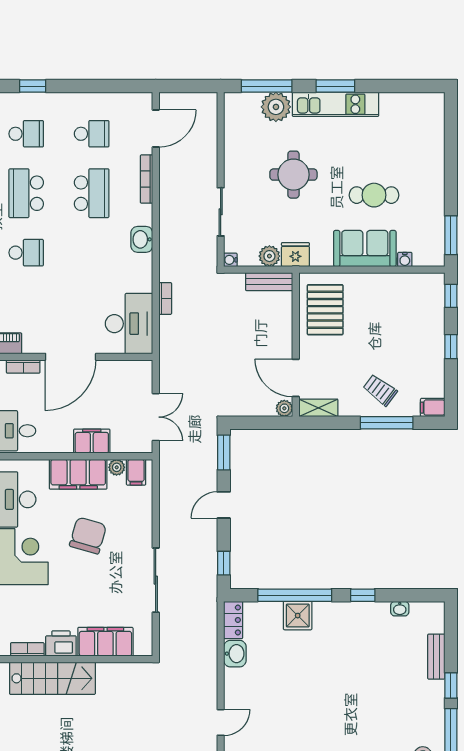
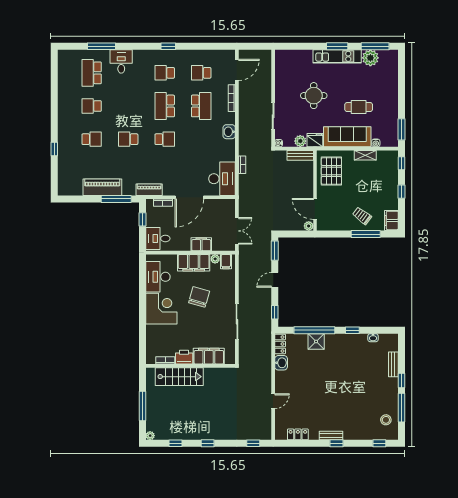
window: (267, 86) -> (375, 46), moved
plant: (276, 107) -> (370, 58), moved
school desk: (26, 134) -> (165, 73), turned 180
school desk: (92, 134) -> (201, 73), turned 180
sofa: (365, 248) -> (347, 137), width x1.36
shelving: (318, 408) -> (365, 155), moved
filing cabinet: (433, 408) -> (391, 220), width x2.00

